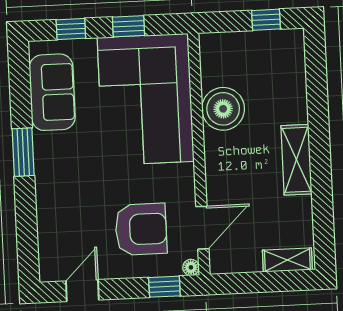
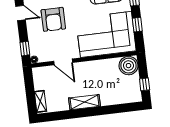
boiler: (223, 109) -> (128, 66), moved
door: (202, 228) -> (63, 62), moved
armchair: (141, 229) -> (53, 19), moved

